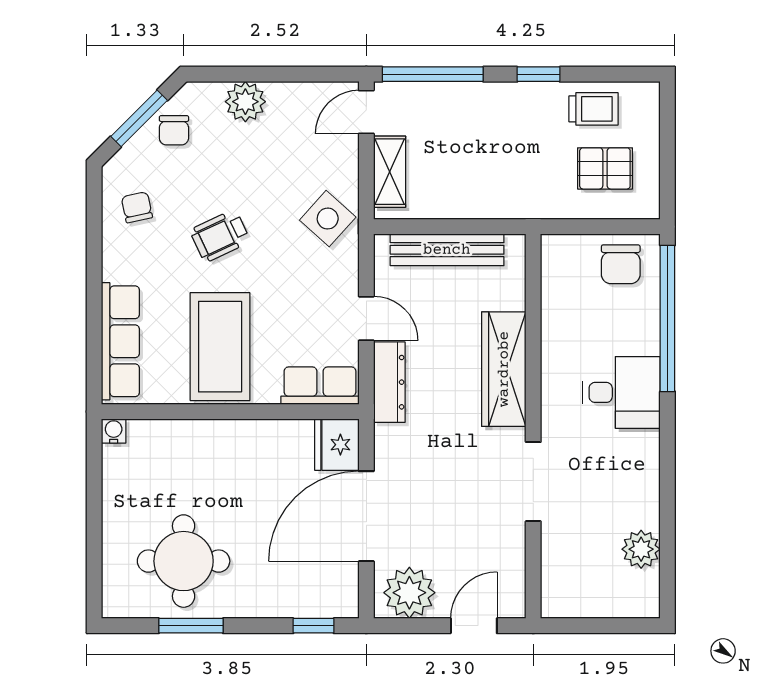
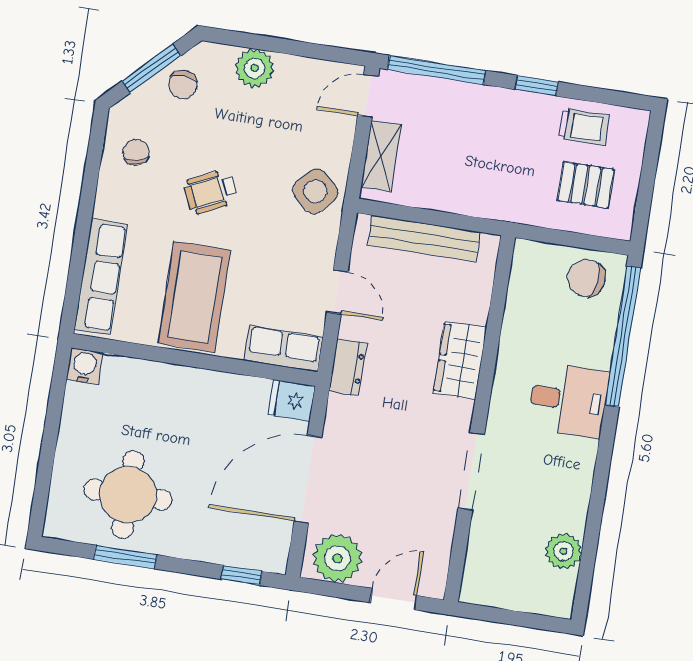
chair: (621, 264) -> (586, 278), turned 99
wardrobe: (504, 369) -> (460, 360), width x0.67
dresser: (389, 382) -> (348, 367), width x0.70
water cooler: (114, 431) -> (85, 366), width x1.38, depth x1.38
fridge: (337, 445) -> (292, 400), width x0.72

